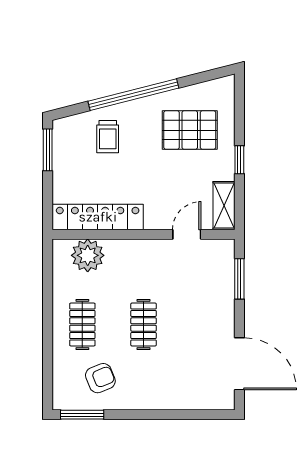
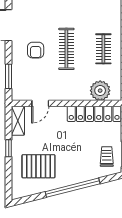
trolley: (108, 137) -> (107, 157), moved
clothes rail: (144, 324) -> (66, 49), width x1.36
armchair: (100, 378) -> (36, 50), moved, turned -68

